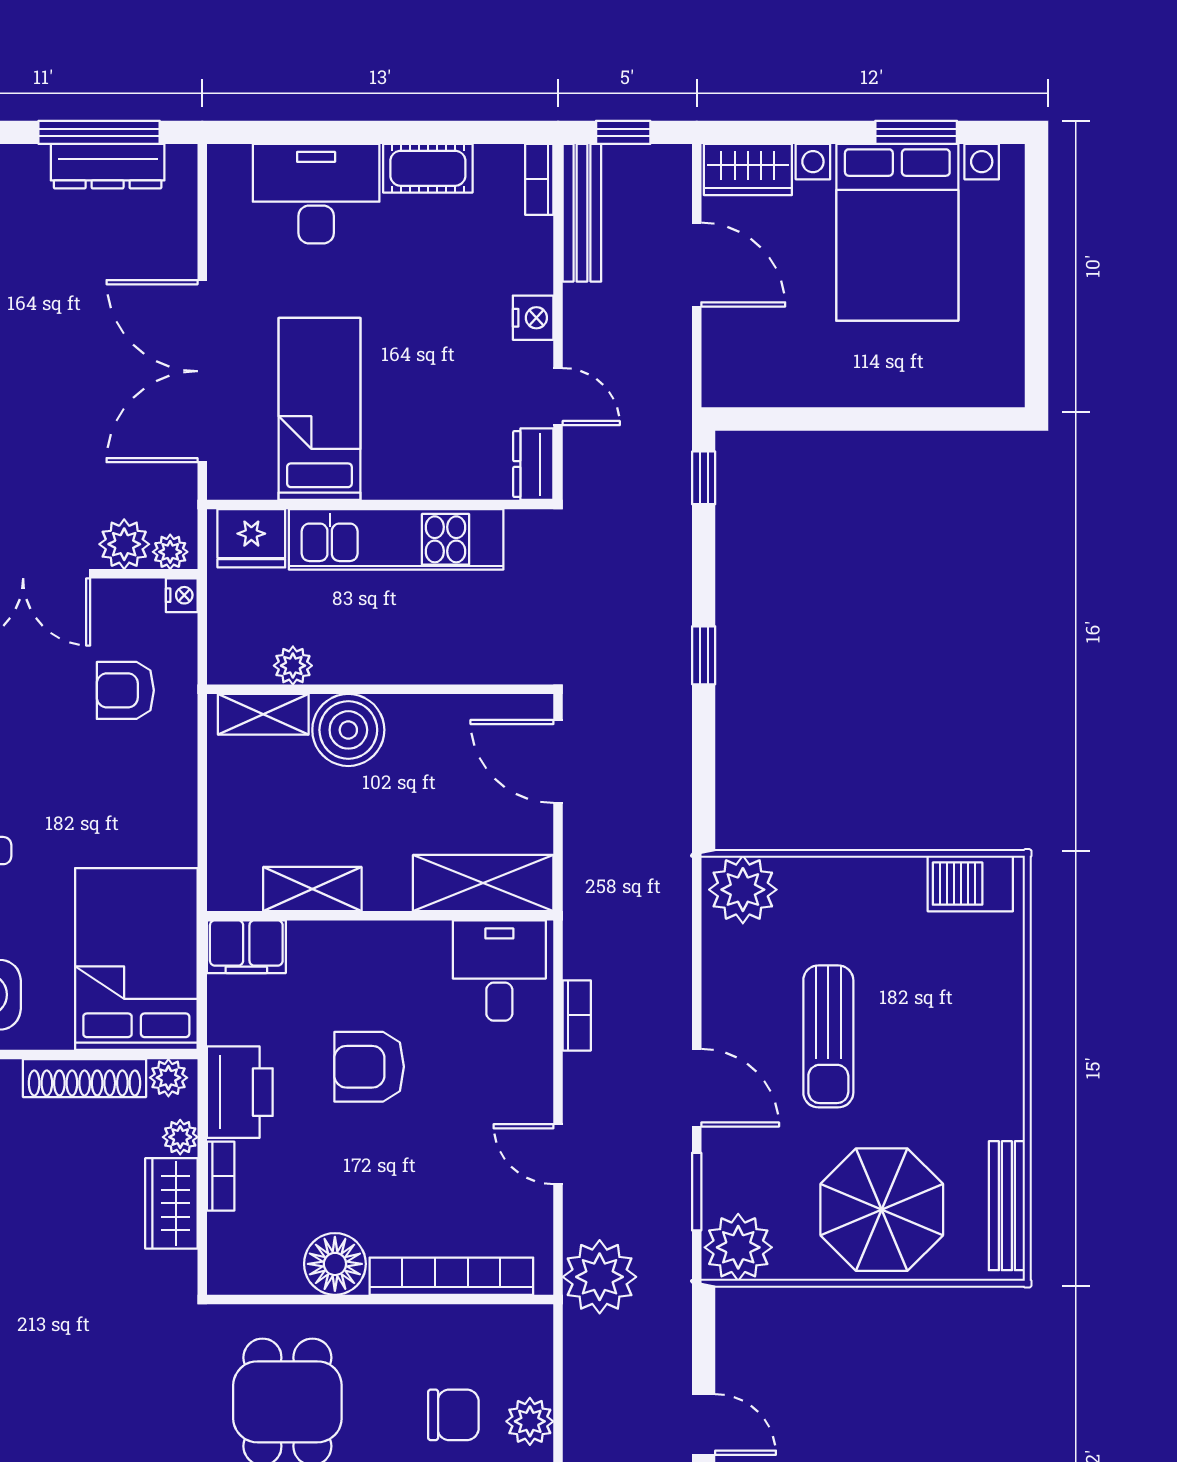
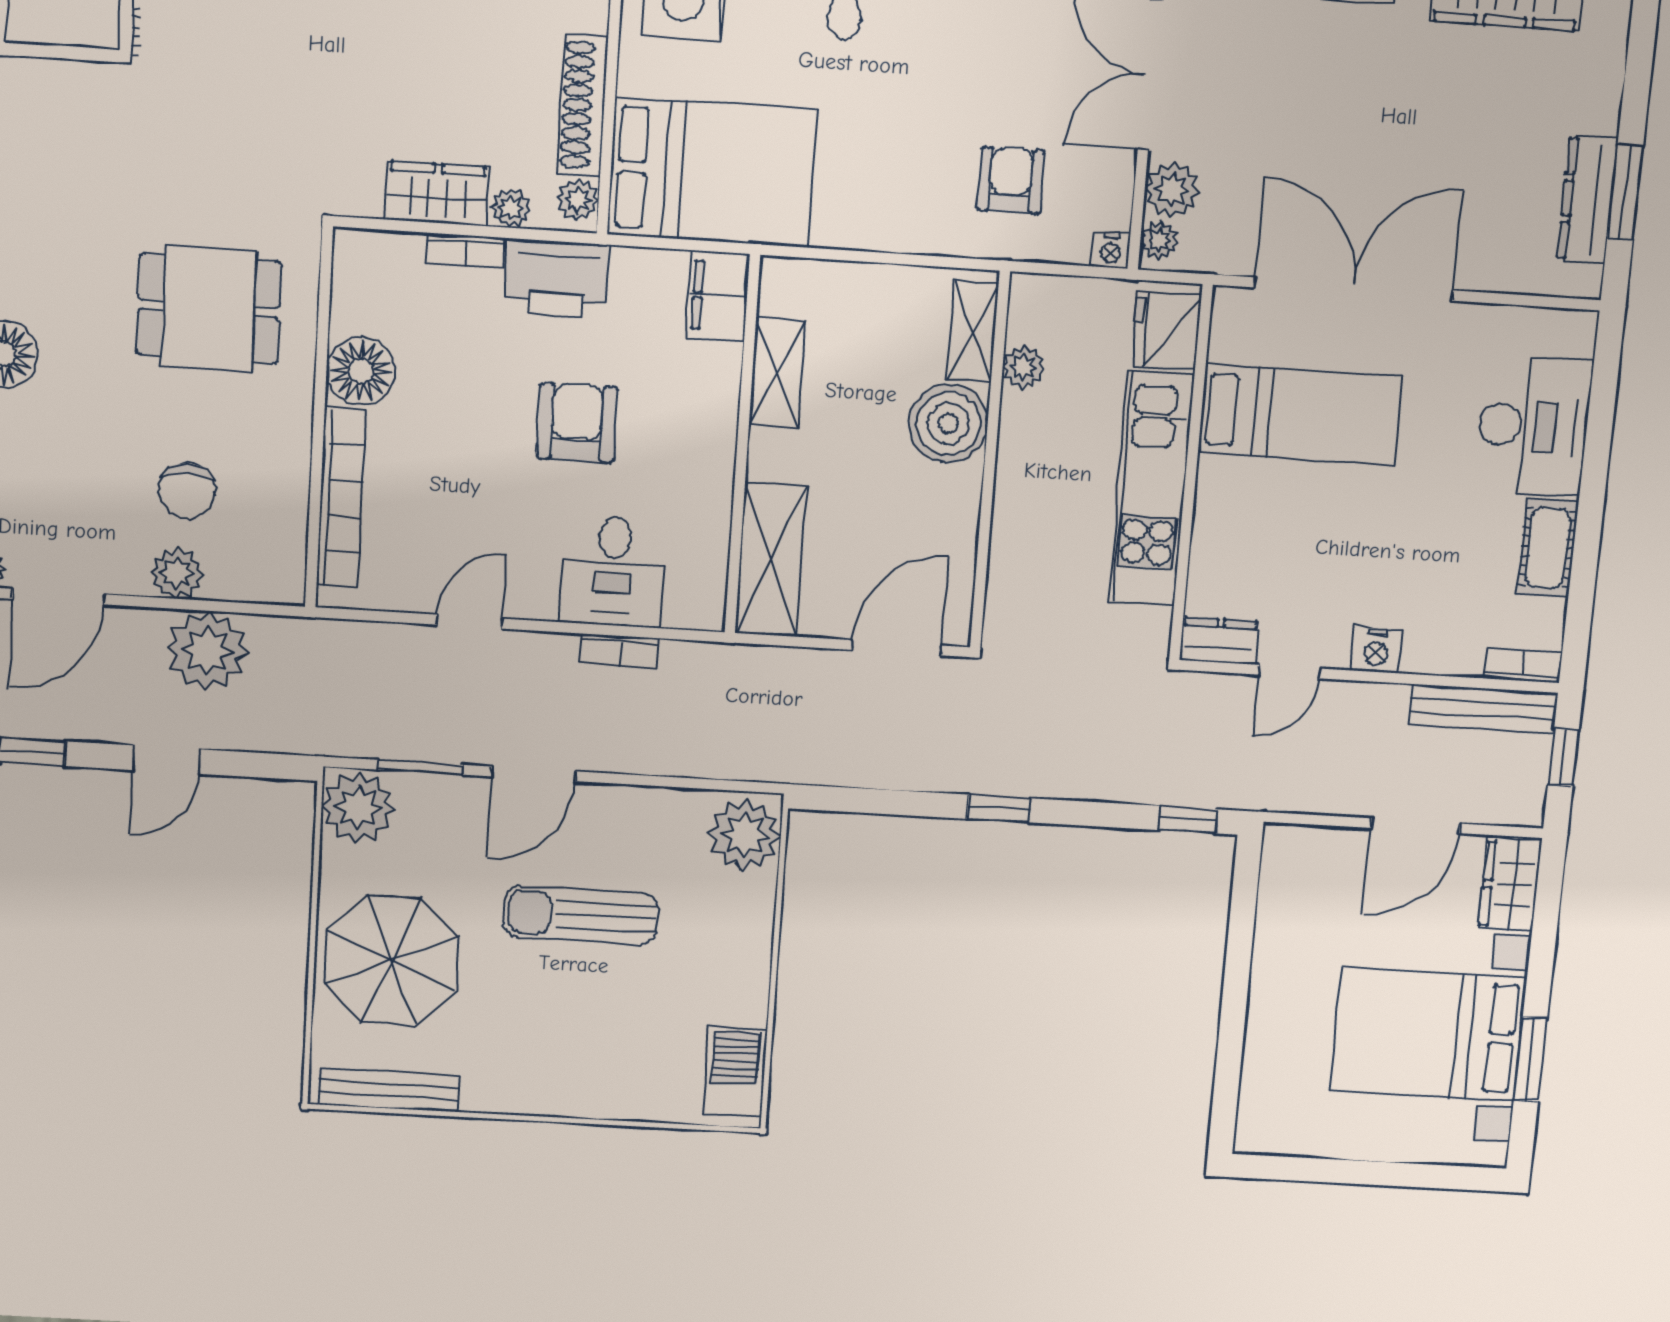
window: (99, 132) -> (1625, 193), width x0.69
desk: (499, 971) -> (613, 571), moved, turned 90
plant: (600, 1277) -> (207, 650), moved

